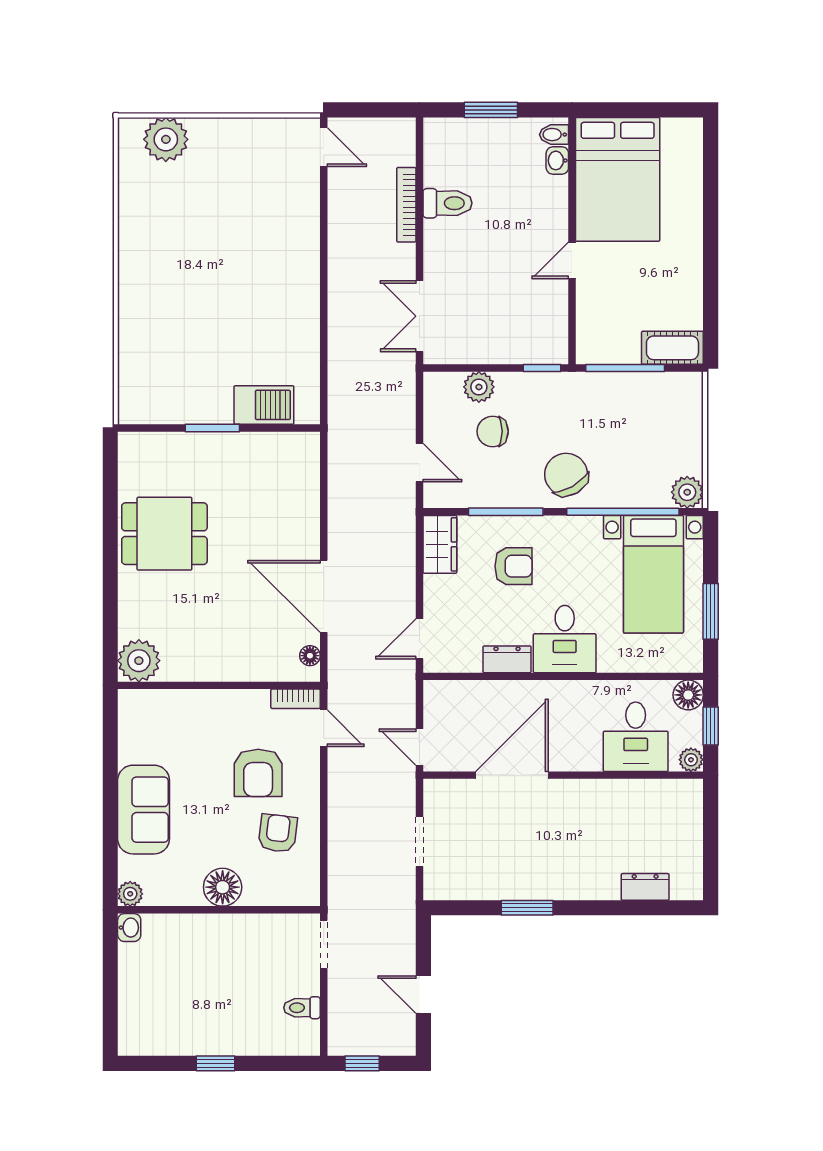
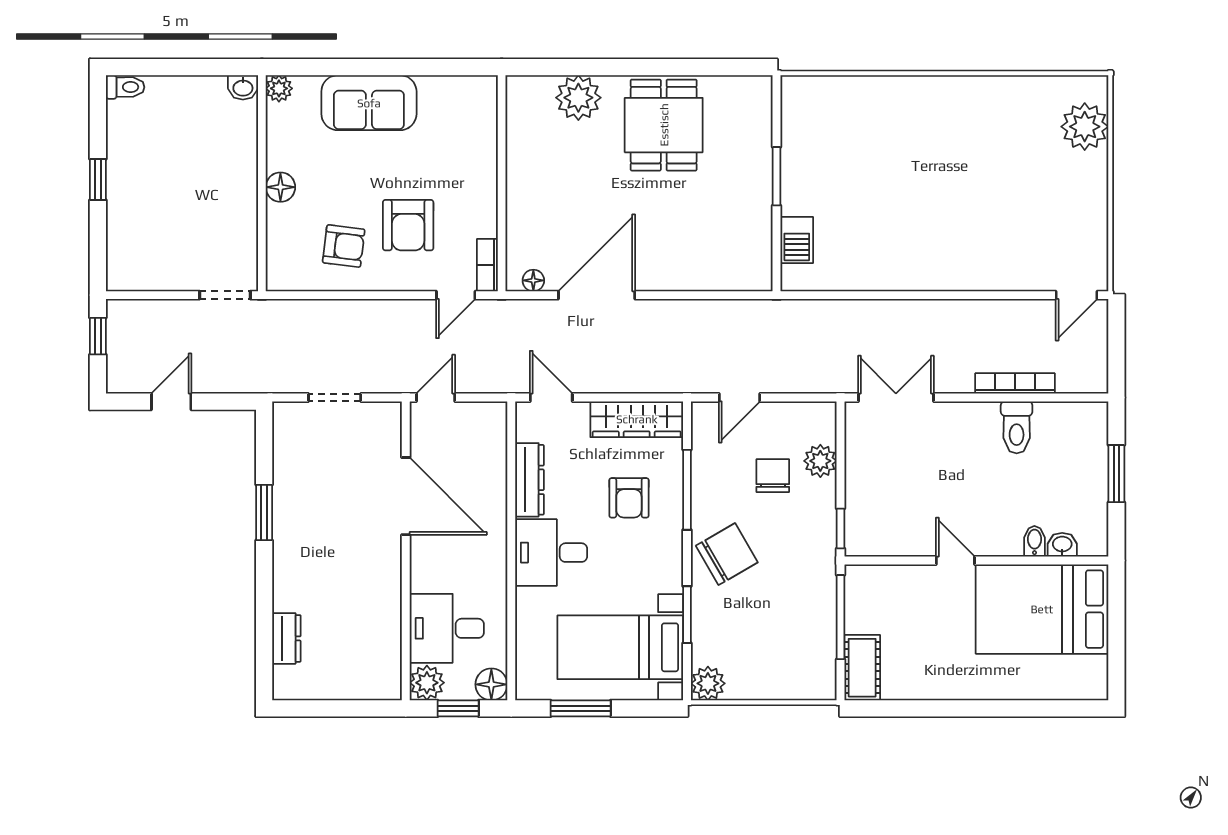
bidet: (554, 135) -> (1034, 541), moved
barbecue: (264, 405) -> (797, 240), width x0.73, depth x0.79
window: (623, 512) -> (687, 615), width x0.47
wardrobe: (440, 544) -> (637, 419), width x1.50
dresser: (507, 659) -> (529, 480), width x1.44
plant: (139, 661) -> (578, 98), moved
plant: (691, 760) -> (427, 683), width x1.38, depth x1.38
armchair: (258, 773) -> (408, 225), turned -90
floor lamp: (223, 887) -> (280, 187), width x0.73, depth x0.73
toilet: (302, 1008) -> (125, 87), moved, turned 90

